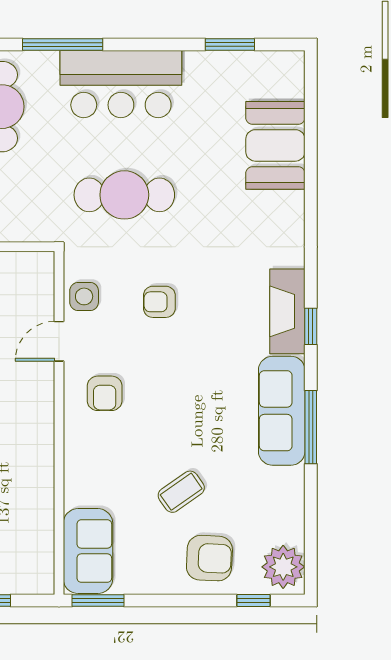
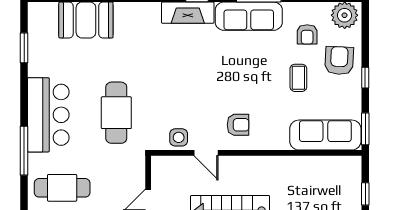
armchair: (159, 302) -> (307, 34), moved
coffee table: (181, 492) -> (298, 78), turned 35
sofa: (88, 551) -> (325, 135), width x1.36
window: (253, 601) -> (365, 78), moved

